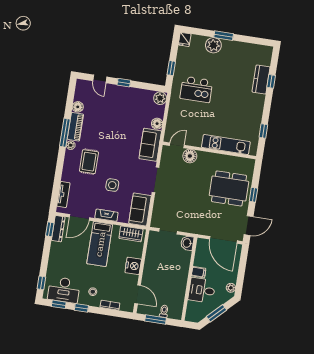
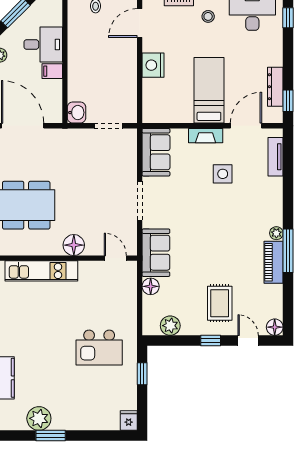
window: (224, 36) -> (51, 436), moved
plant: (213, 45) -> (39, 418), moved
kitchen island: (196, 89) -> (99, 348), turned 180
plant: (160, 98) -> (170, 326), moved
floor lamp: (78, 107) -> (275, 327), moved
door: (177, 145) -> (115, 258), swing flipped
floor lamp: (190, 156) -> (74, 245), moved
rug: (89, 162) -> (220, 303), moved
side table: (112, 185) -> (223, 174), moved
dresser: (58, 229) -> (275, 87), moved
wardrobe: (131, 234) -> (164, 113), removed
door: (138, 294) -> (140, 23), hinge flipped

